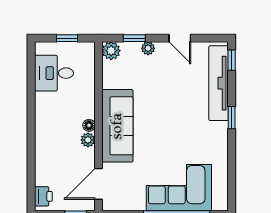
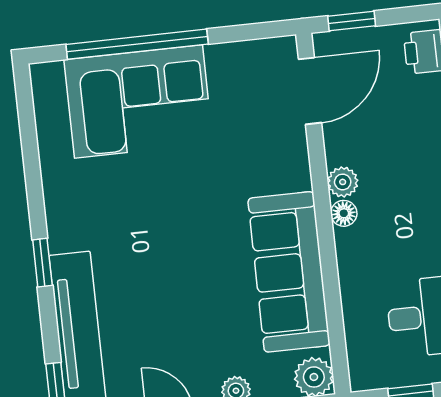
sofa: (117, 126) -> (289, 272), moved

